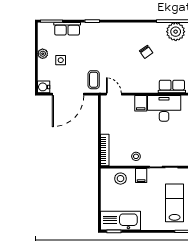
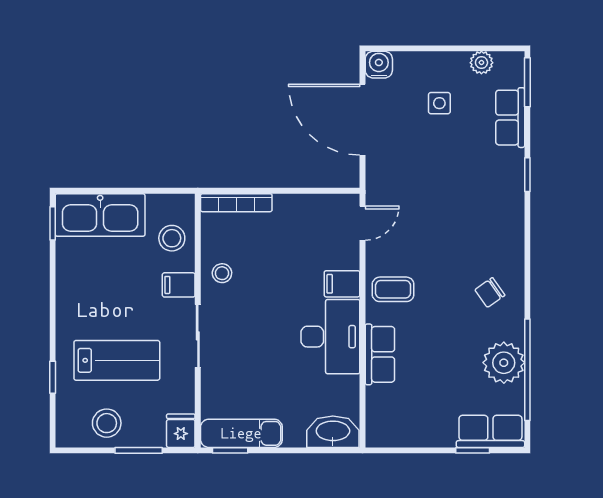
chair: (146, 52) -> (490, 292), moved
plant: (43, 54) -> (481, 63), moved
coffee table: (94, 80) -> (393, 289), moved
kitchen sink: (120, 221) -> (100, 215), moved, turned 90

